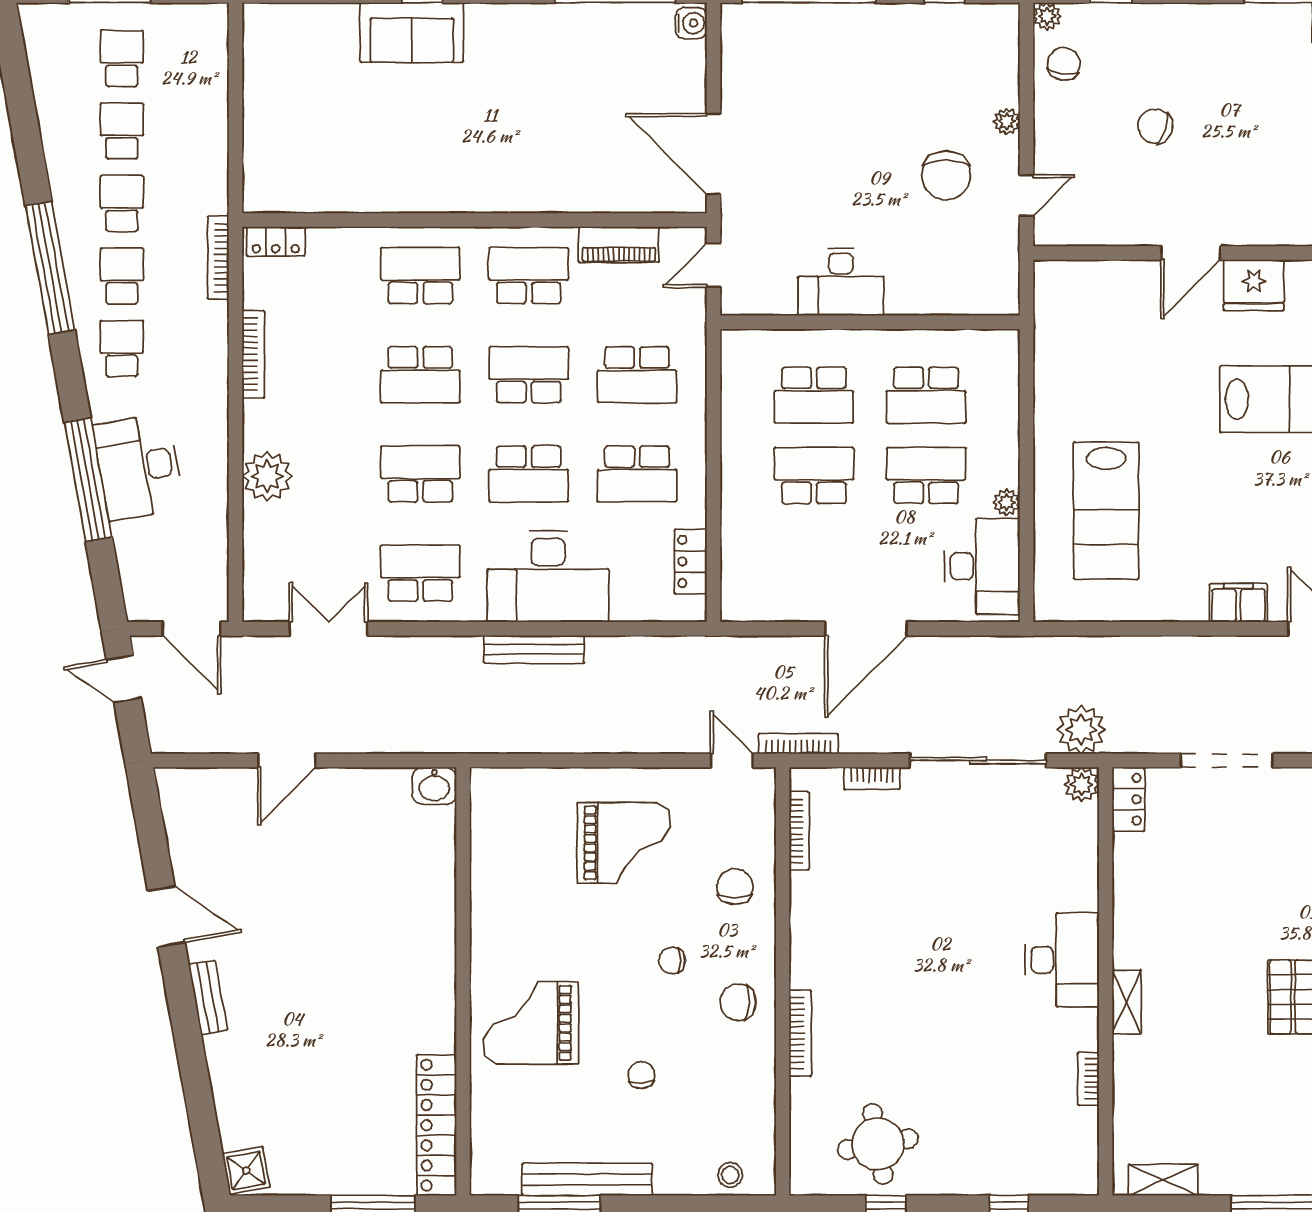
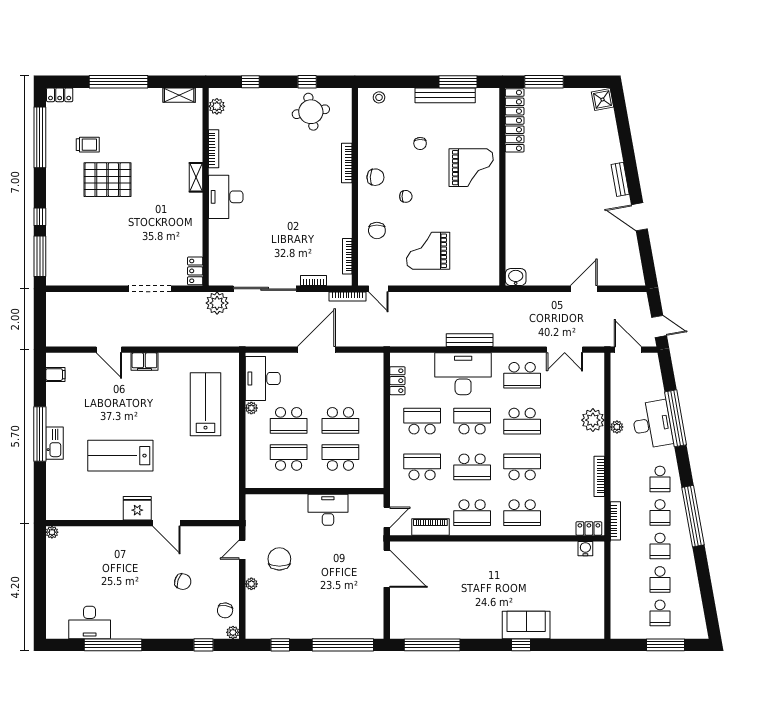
water cooler: (691, 23) -> (585, 549), moved, turned 90
door: (1191, 253) -> (166, 523), swing flipped
plant: (215, 461) -> (617, 427), added
plant: (1082, 785) -> (217, 106), moved
bookcase: (1088, 1079) -> (214, 149), width x1.56

